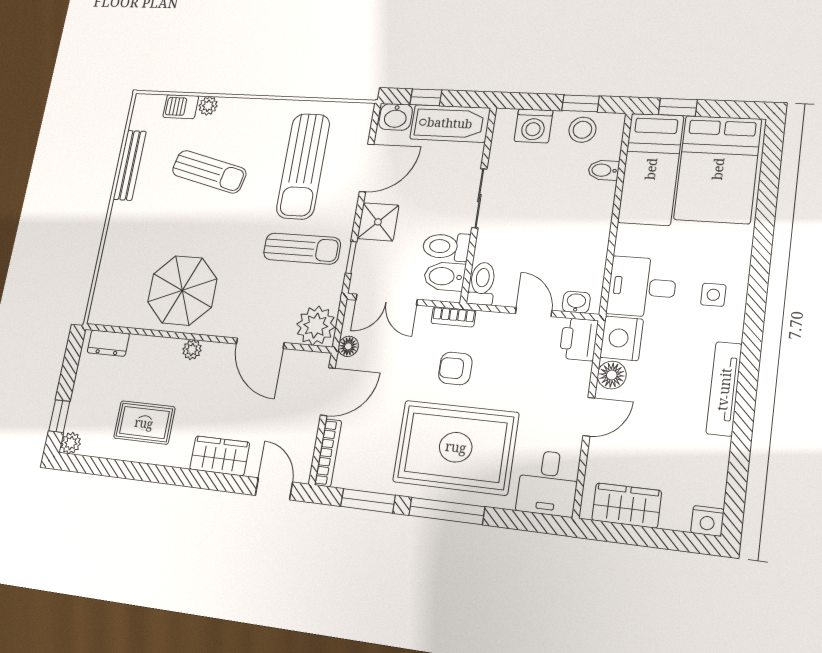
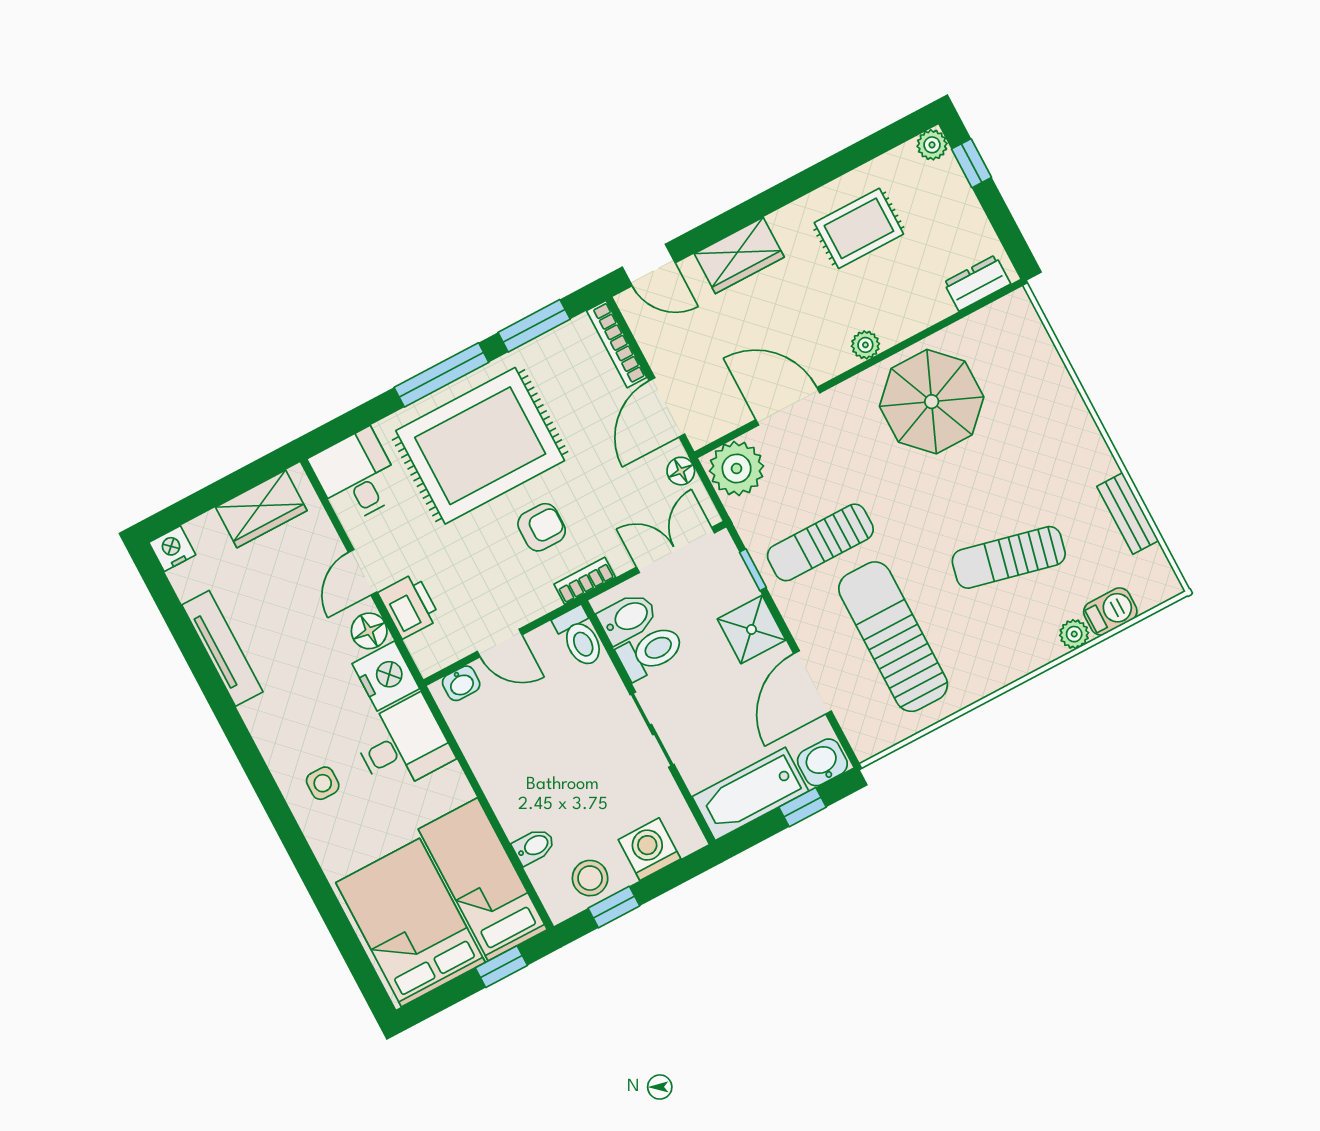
bench: (130, 165) -> (1128, 513), width x0.73
printer: (579, 339) -> (409, 606), moved
tv unit: (724, 389) -> (222, 648), moved

